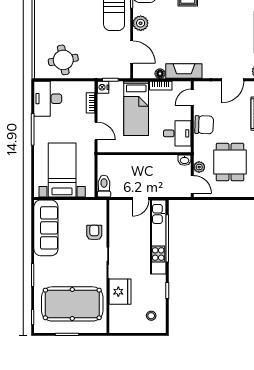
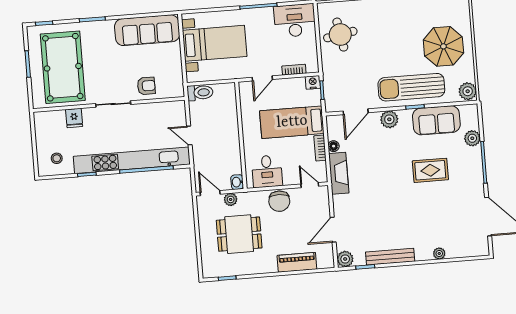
door: (233, 80) -> (333, 230), hinge flipped
door: (192, 184) -> (210, 193), swing flipped
kitchen unit: (158, 237) -> (132, 160), width x1.36
fridge: (120, 292) -> (74, 118), width x0.53, depth x0.75

